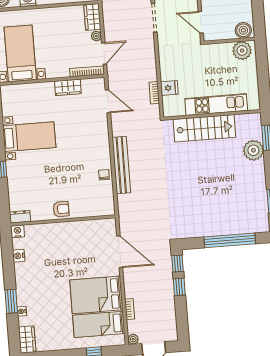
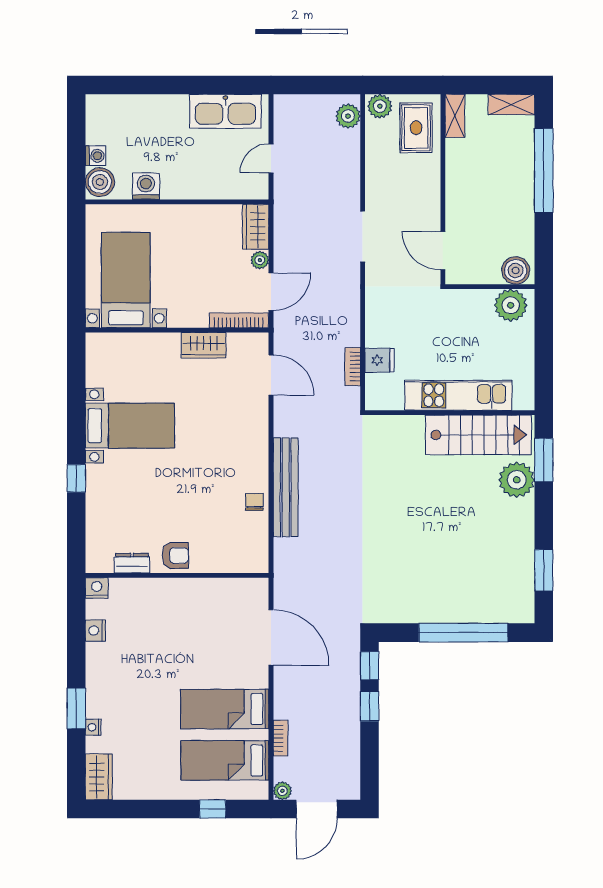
stairs: (204, 128) -> (478, 435), moved
dresser: (20, 217) -> (132, 563), moved
bed: (96, 295) -> (225, 709), width x0.67

